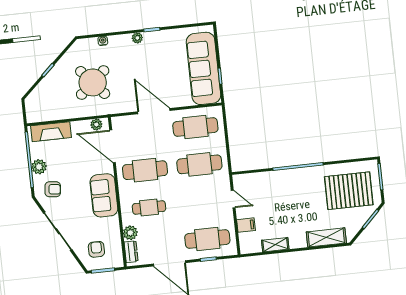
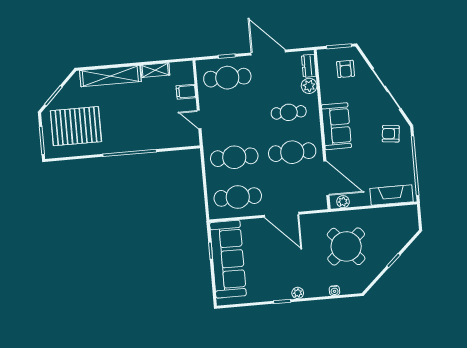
plant: (39, 167) -> (405, 158), removed
shelving: (326, 237) -> (110, 76), width x1.47

